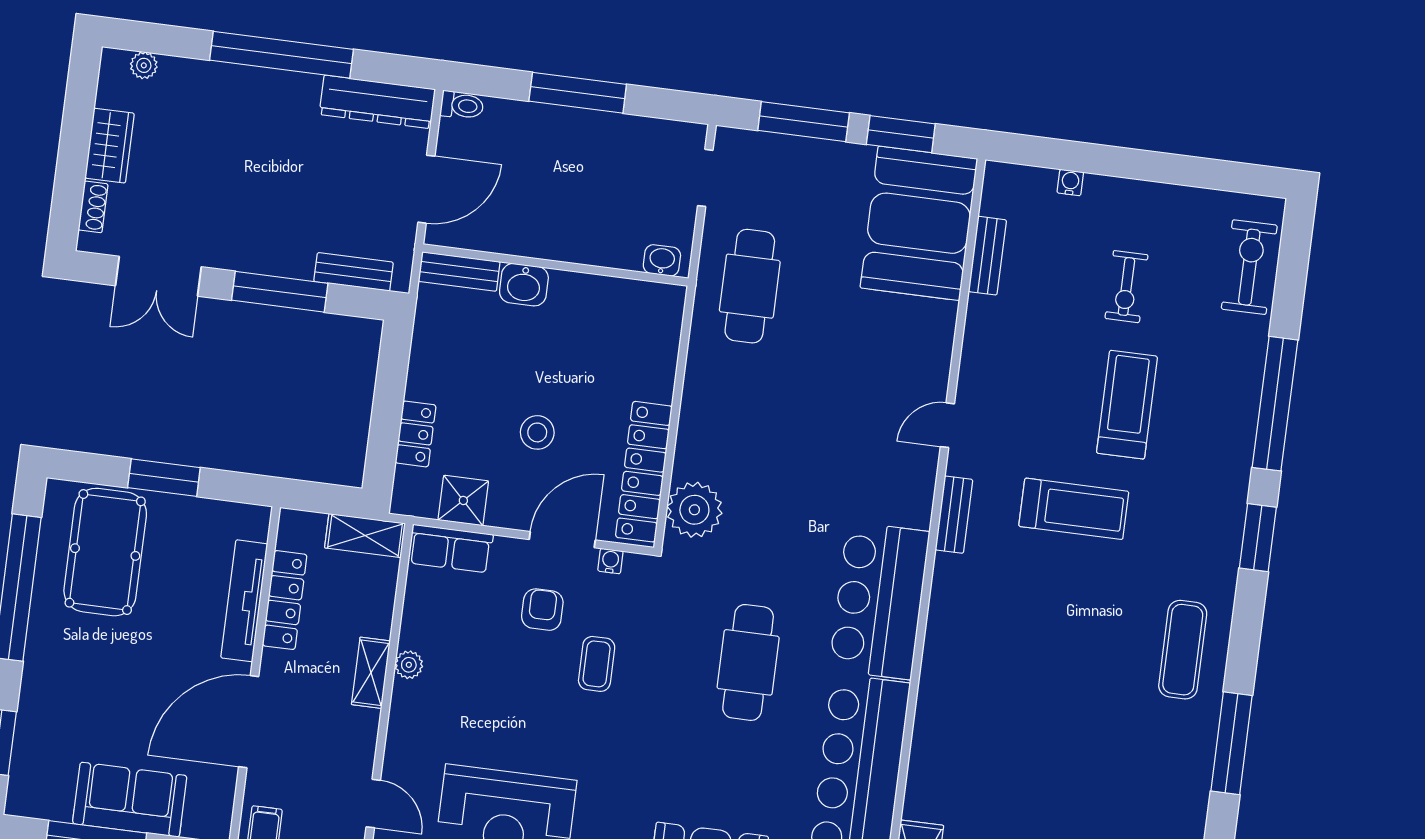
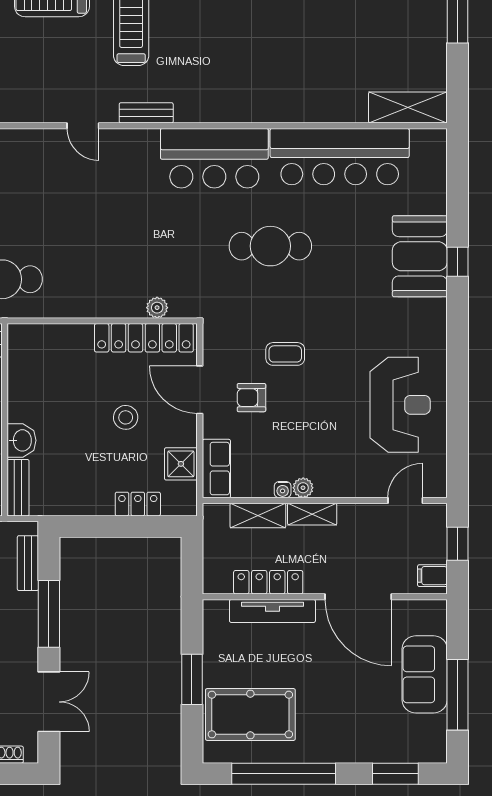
plant: (694, 510) -> (157, 308), width x0.53, depth x0.53
shelving: (365, 536) -> (258, 516), moved, turned 90
water cooler: (610, 561) -> (283, 490), moved, turned -90

